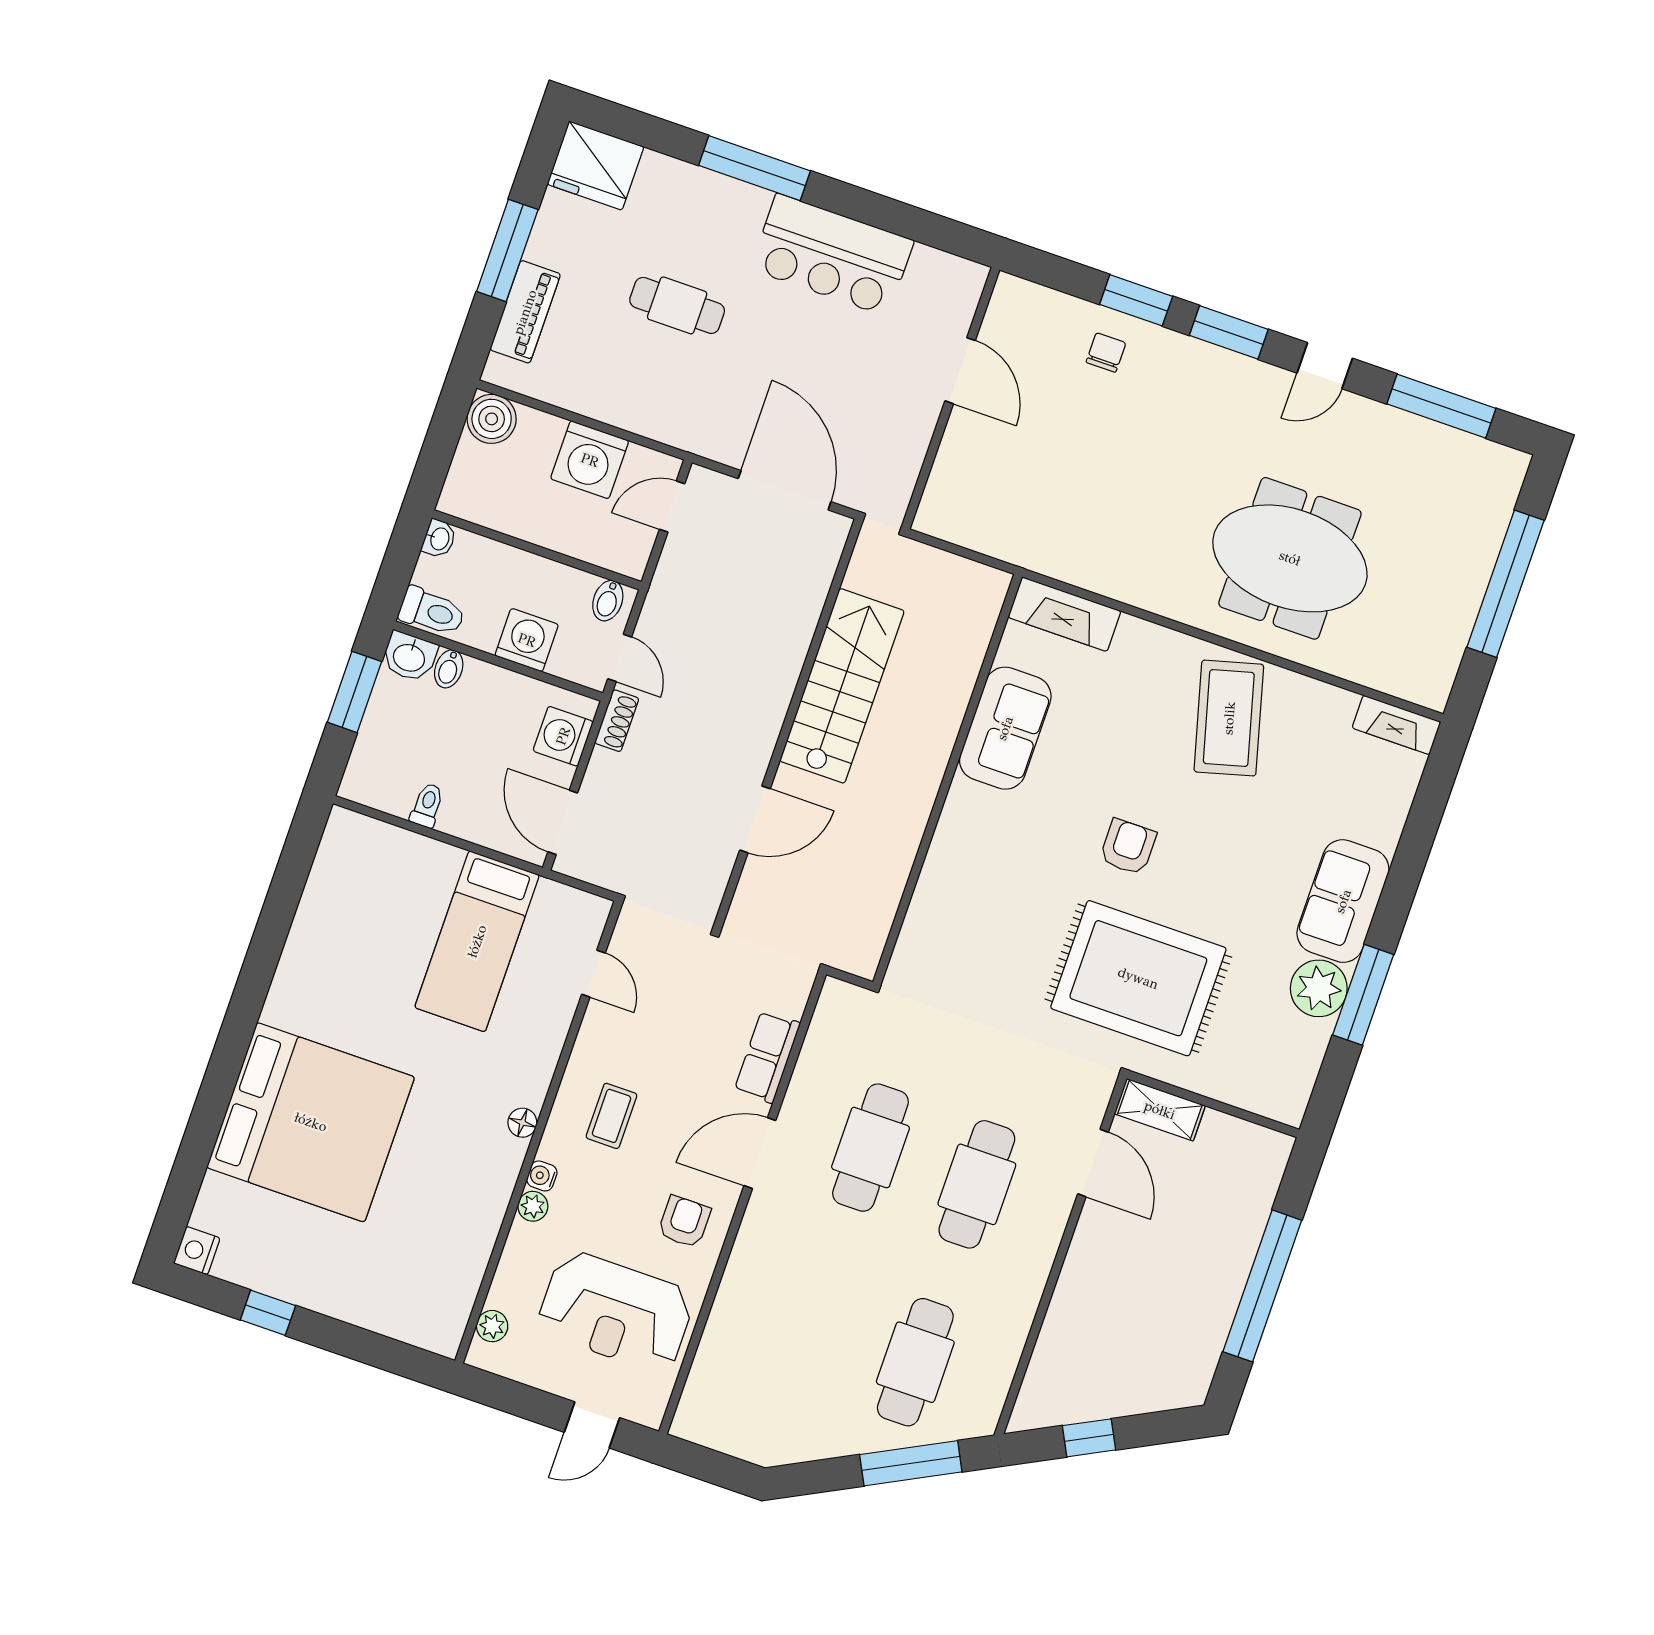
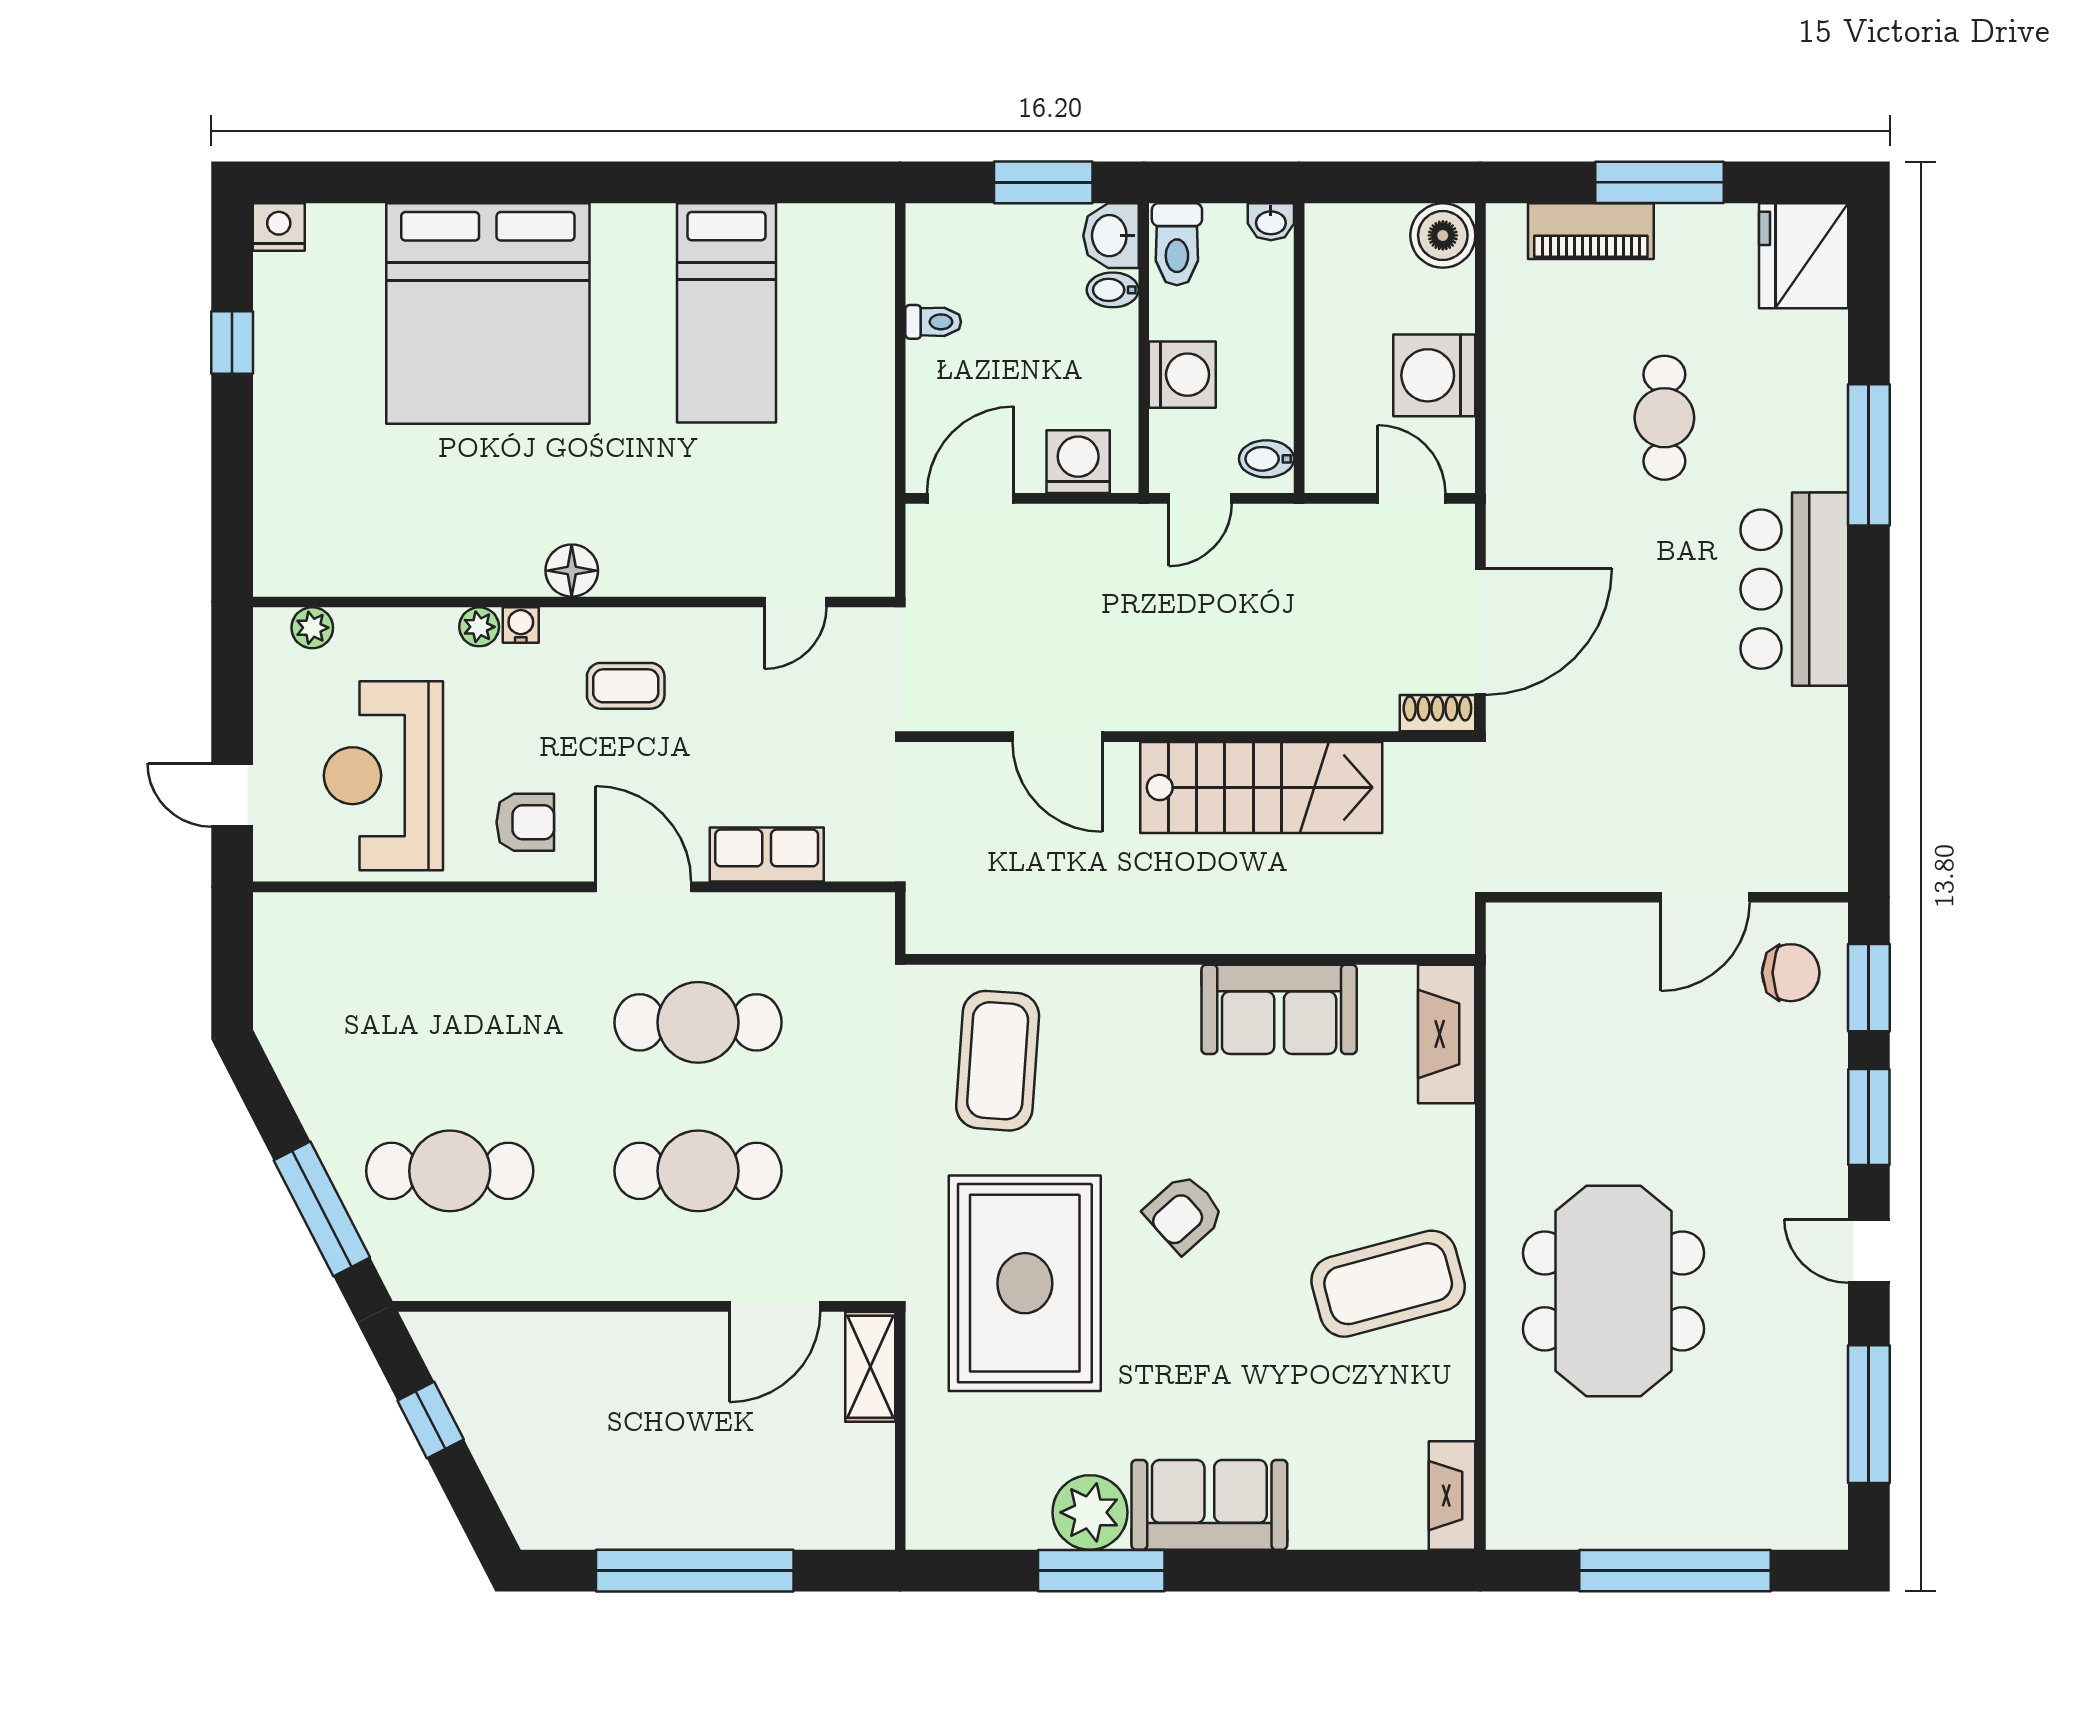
chair: (1106, 353) -> (1791, 973), width x1.37, depth x1.37
door: (960, 371) -> (1705, 897), moved
wall: (951, 398) -> (1667, 897), moved
shoe rack: (617, 721) -> (1437, 713), moved, turned 180
armchair: (1128, 847) -> (1184, 1213), turned 138
bed: (477, 941) -> (726, 313), moved, turned -90
coffee table: (972, 943) -> (998, 1061), added
floor lamp: (522, 1123) -> (572, 571), width x1.37, depth x1.37

